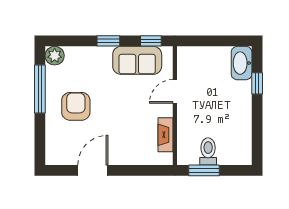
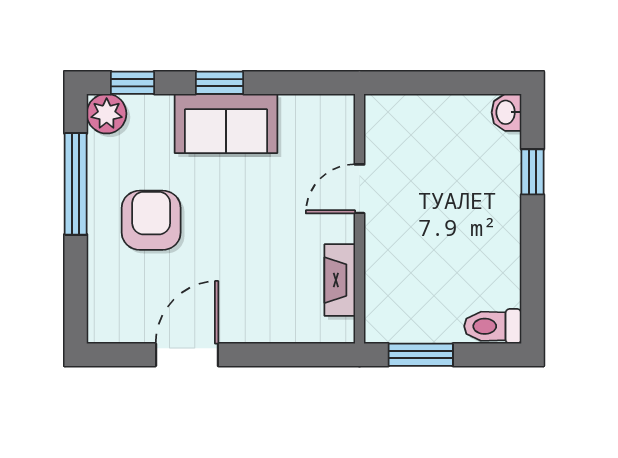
window: (151, 41) -> (133, 83), moved
sofa: (137, 60) -> (226, 123), moved
washbasin: (242, 63) -> (506, 112), width x0.52, depth x0.69
toilet: (208, 151) -> (493, 326), moved, turned -90

